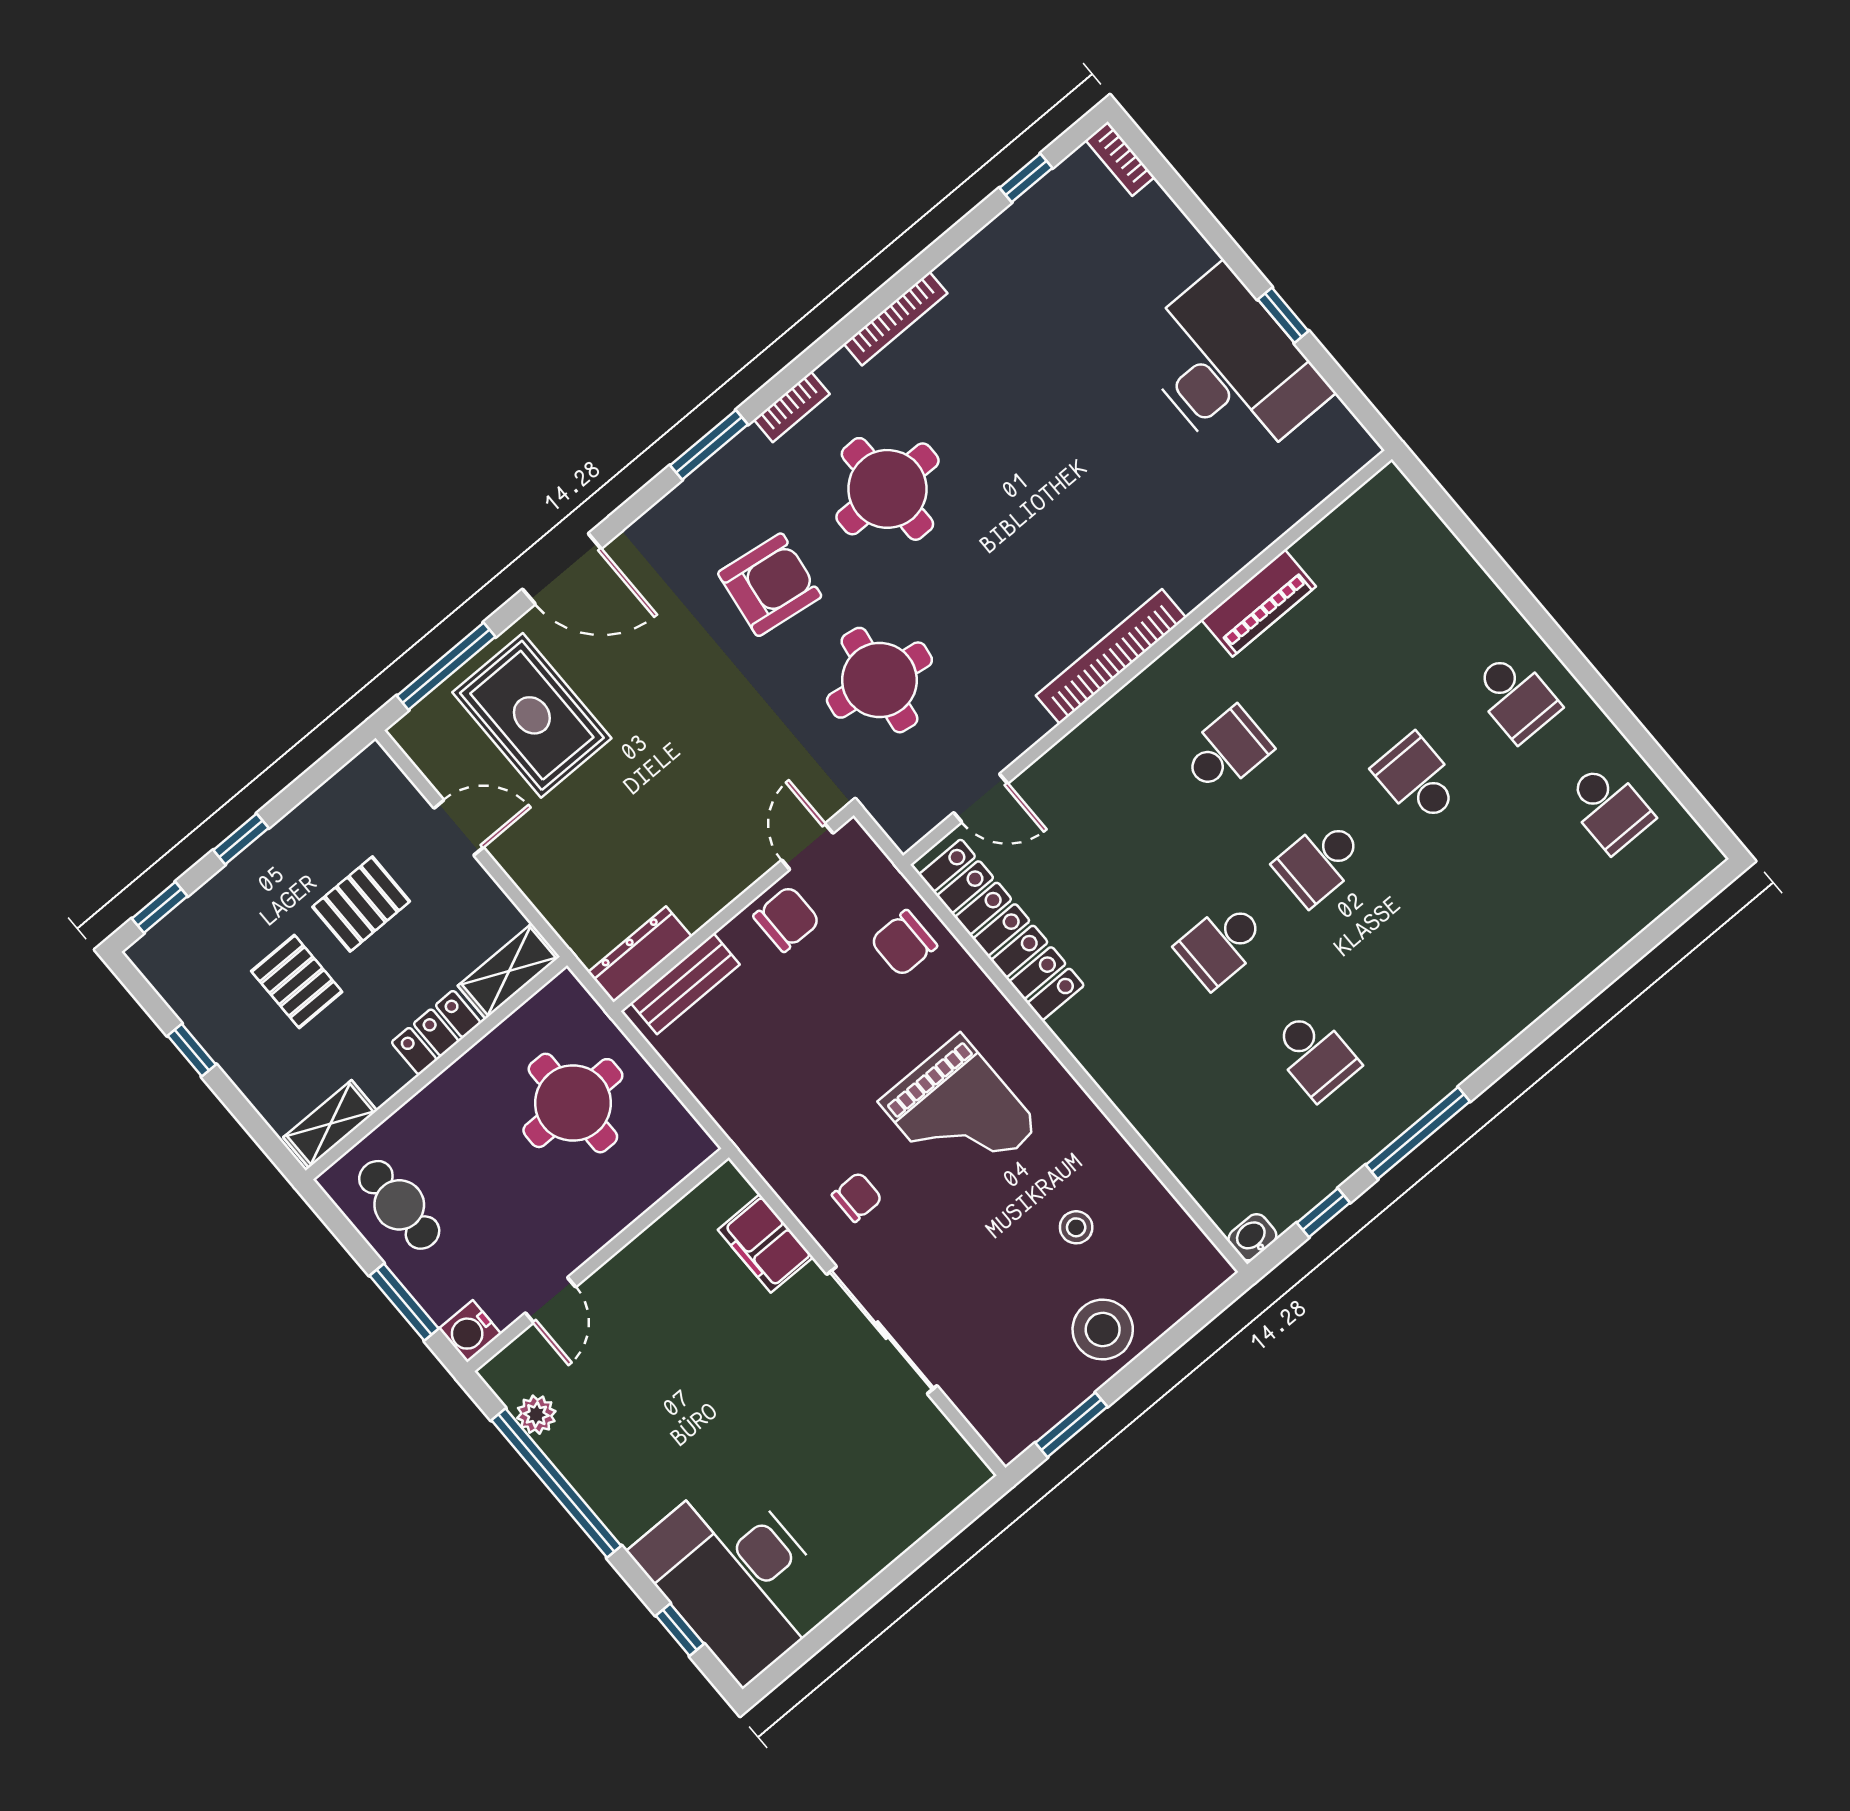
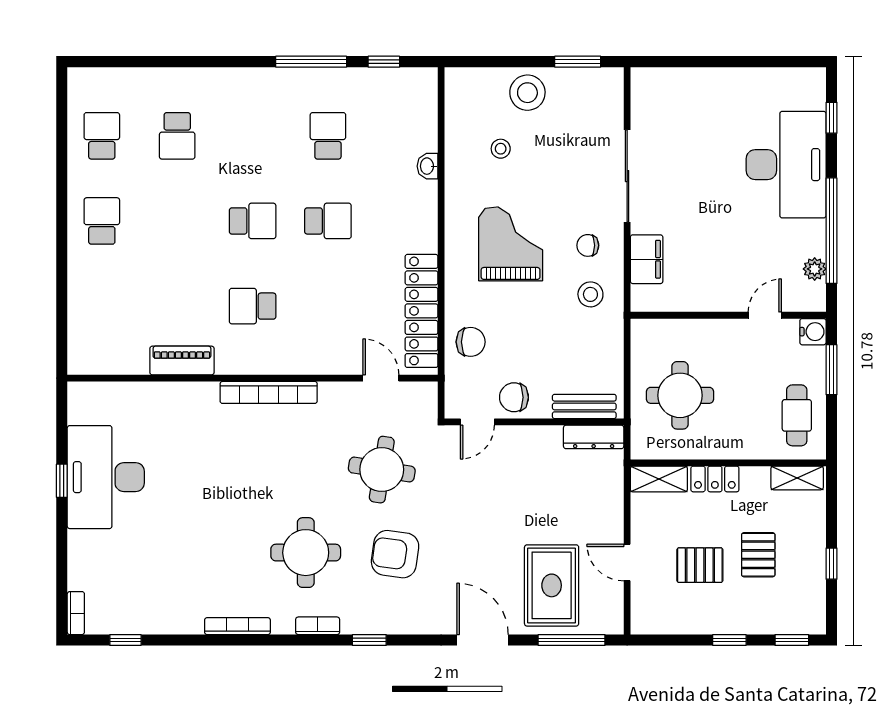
window: (709, 445) -> (369, 640), width x0.67
school desk: (1418, 779) -> (177, 136), moved
stool: (800, 1136) -> (590, 294), added
washbasin: (1252, 1237) -> (428, 166), moved, turned 90
desk: (736, 1577) -> (786, 165), moved

